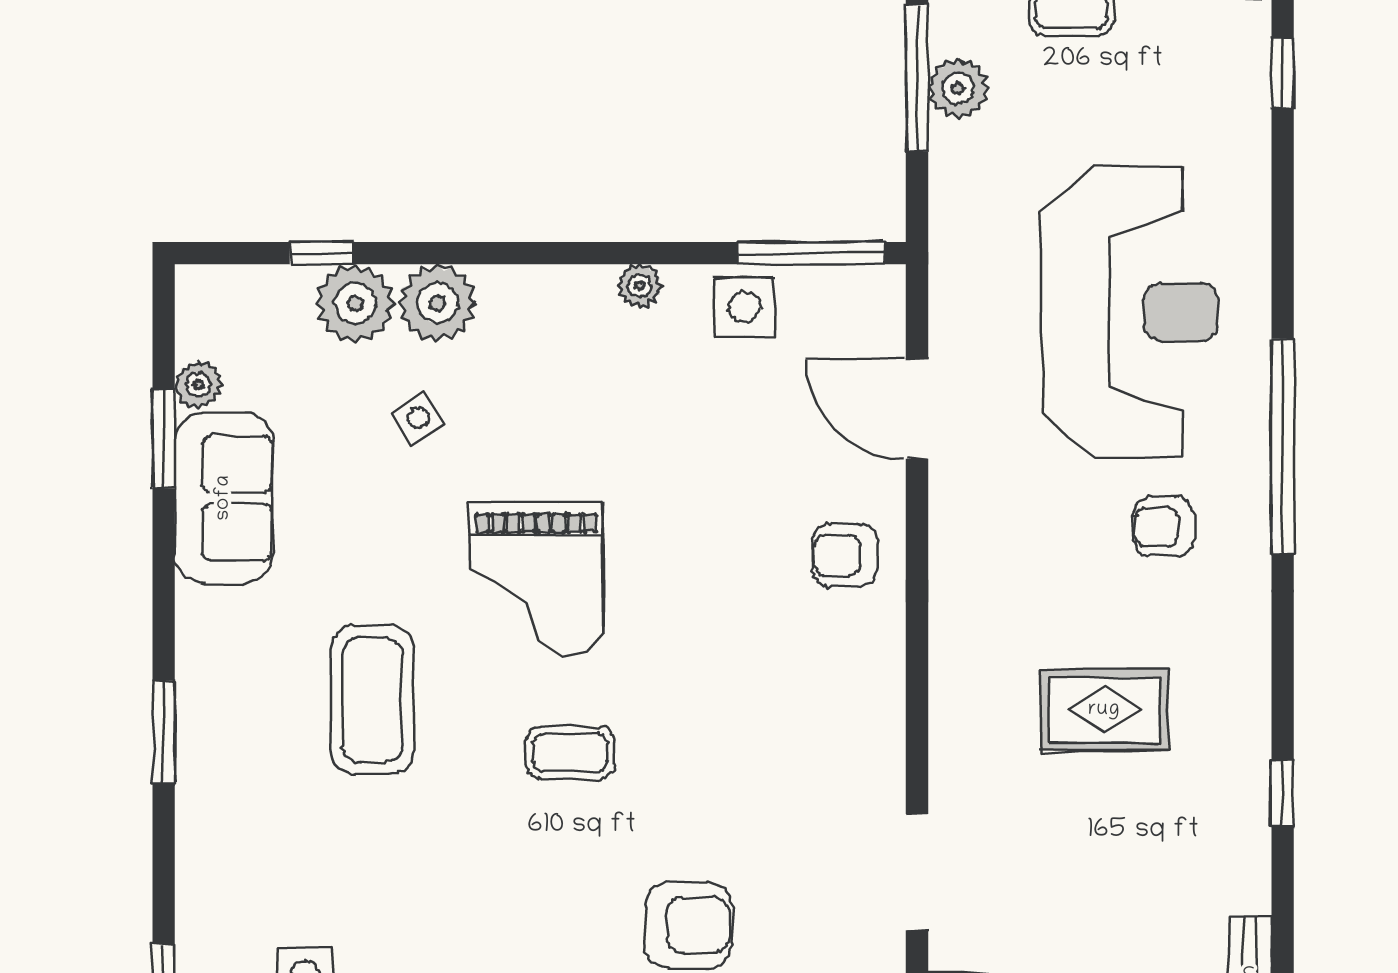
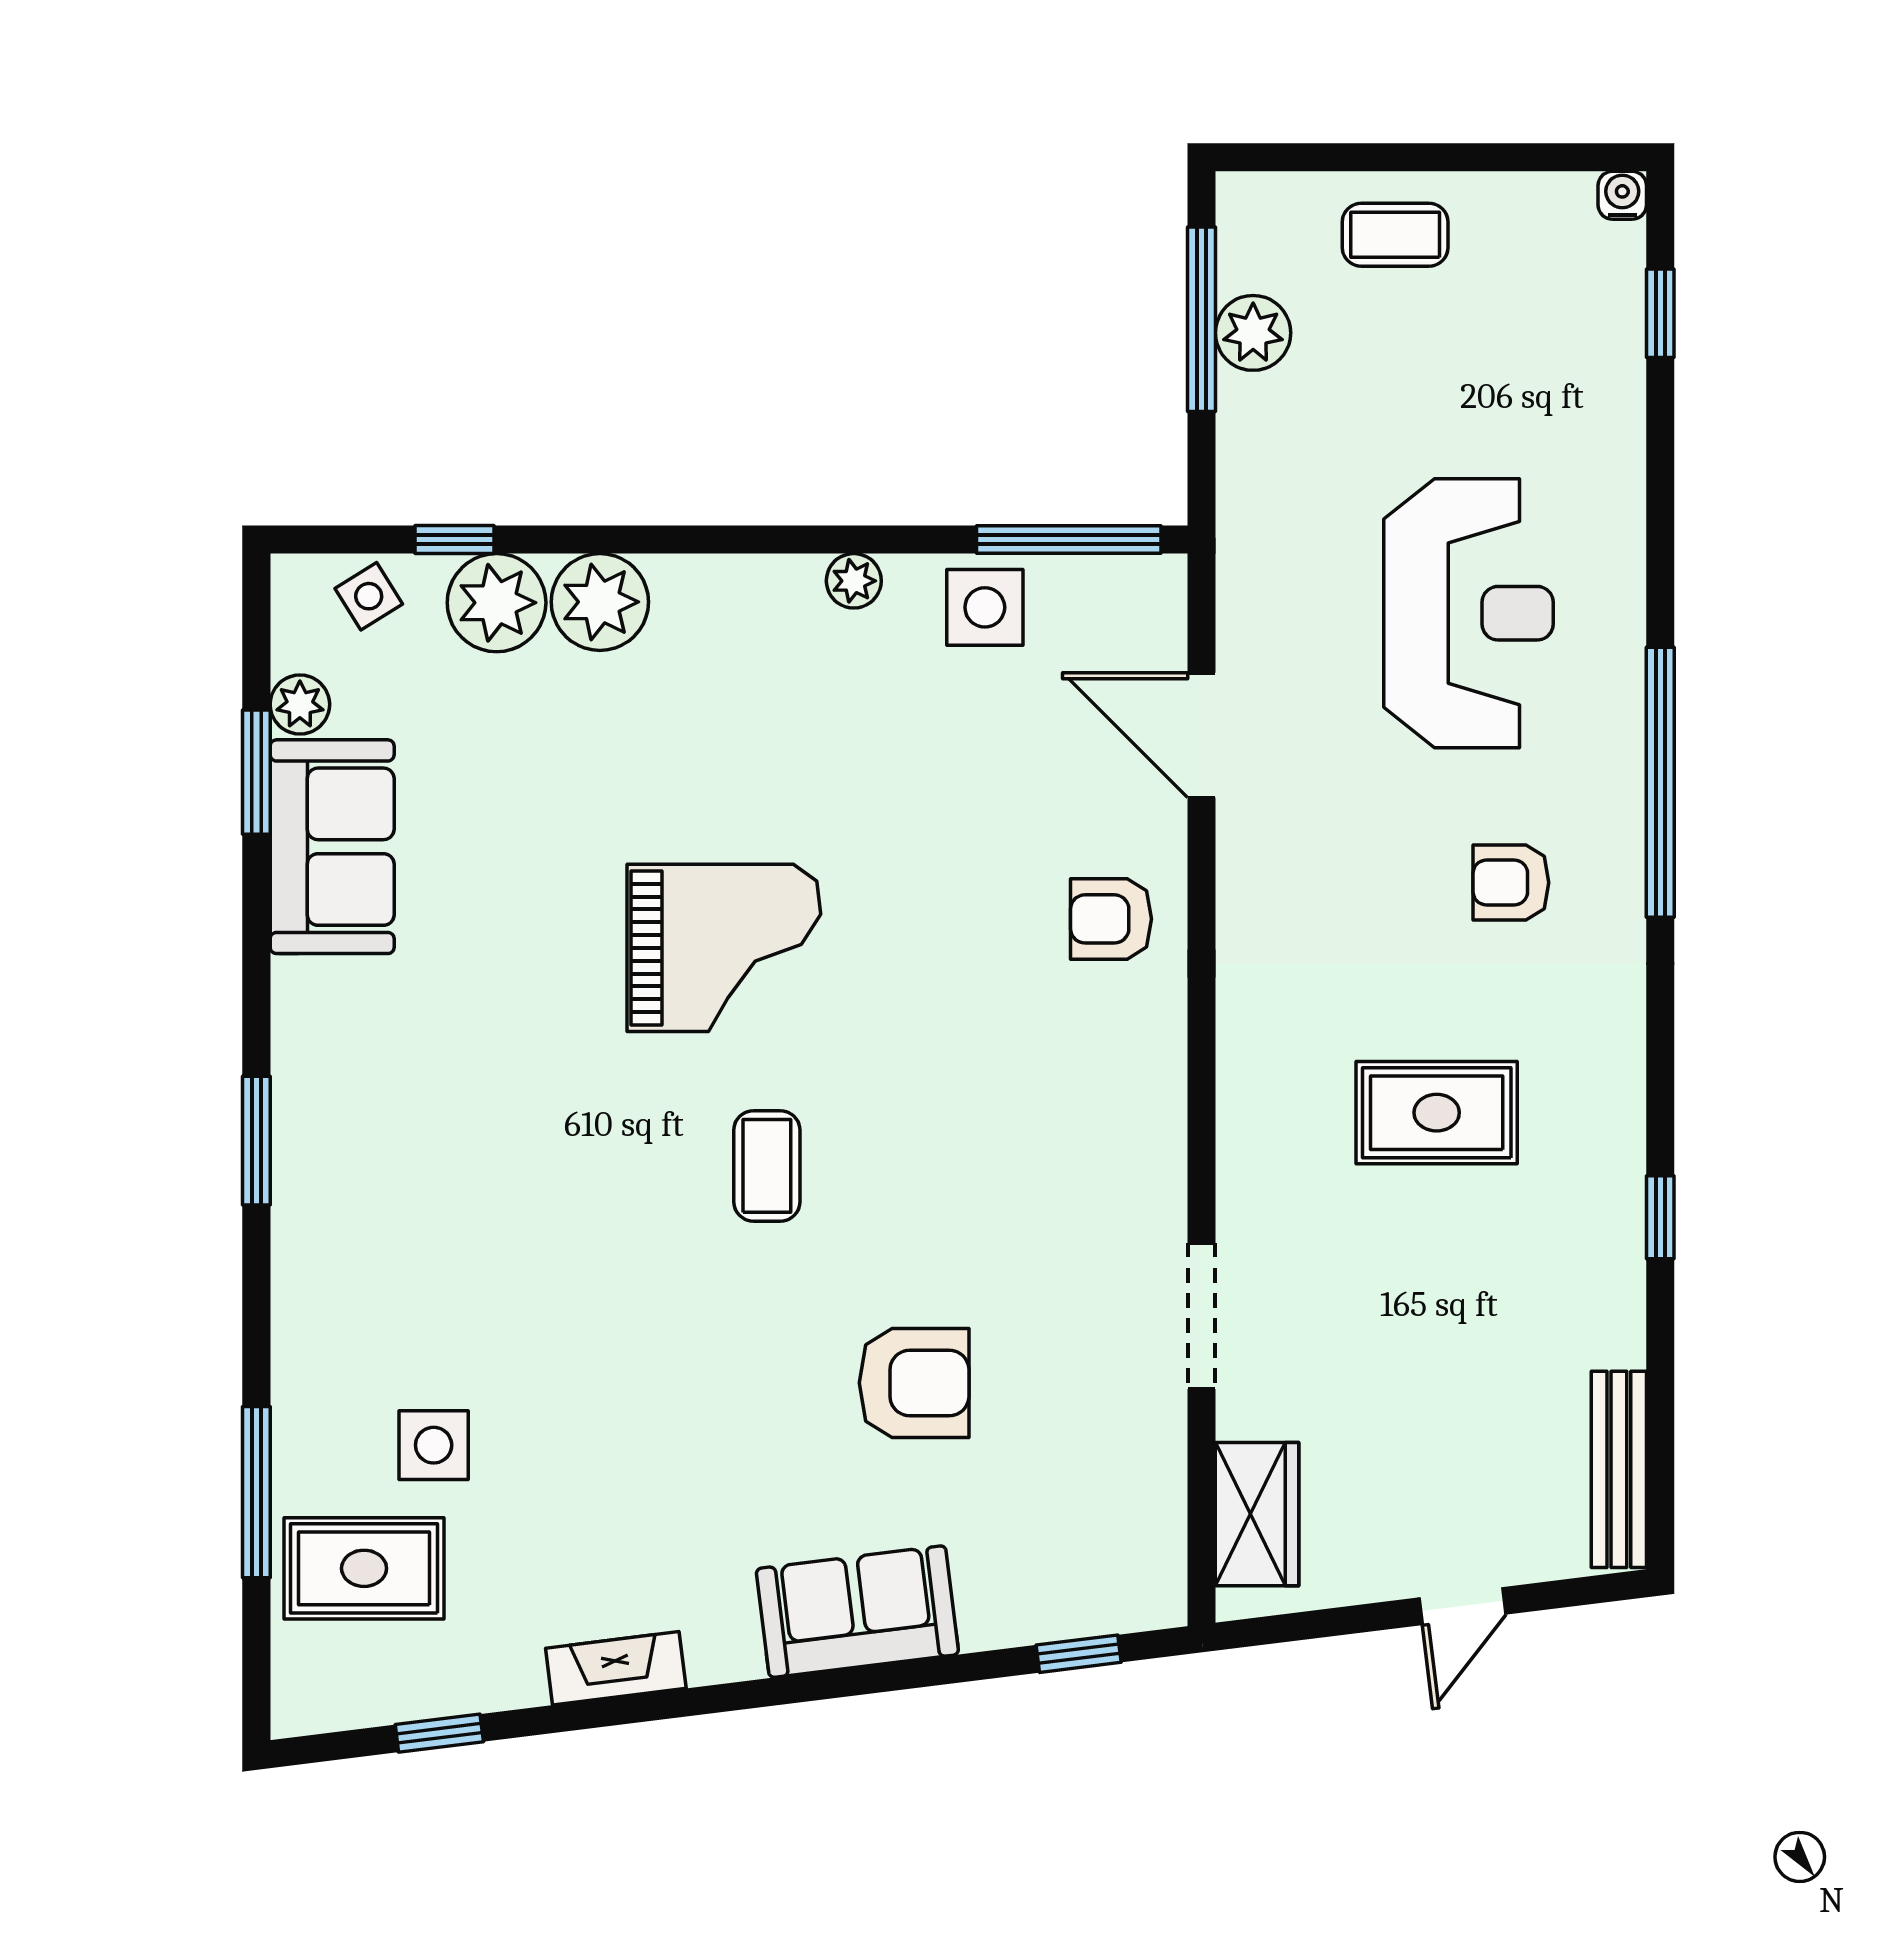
reception desk: (1130, 312) -> (1469, 613), width x0.74, depth x0.77
side table: (418, 418) -> (369, 596), moved
grand piano: (536, 579) -> (724, 948), turned -90
coffee table: (372, 700) -> (518, 1100), removed
coffee table: (571, 752) -> (767, 1166), turned 90

